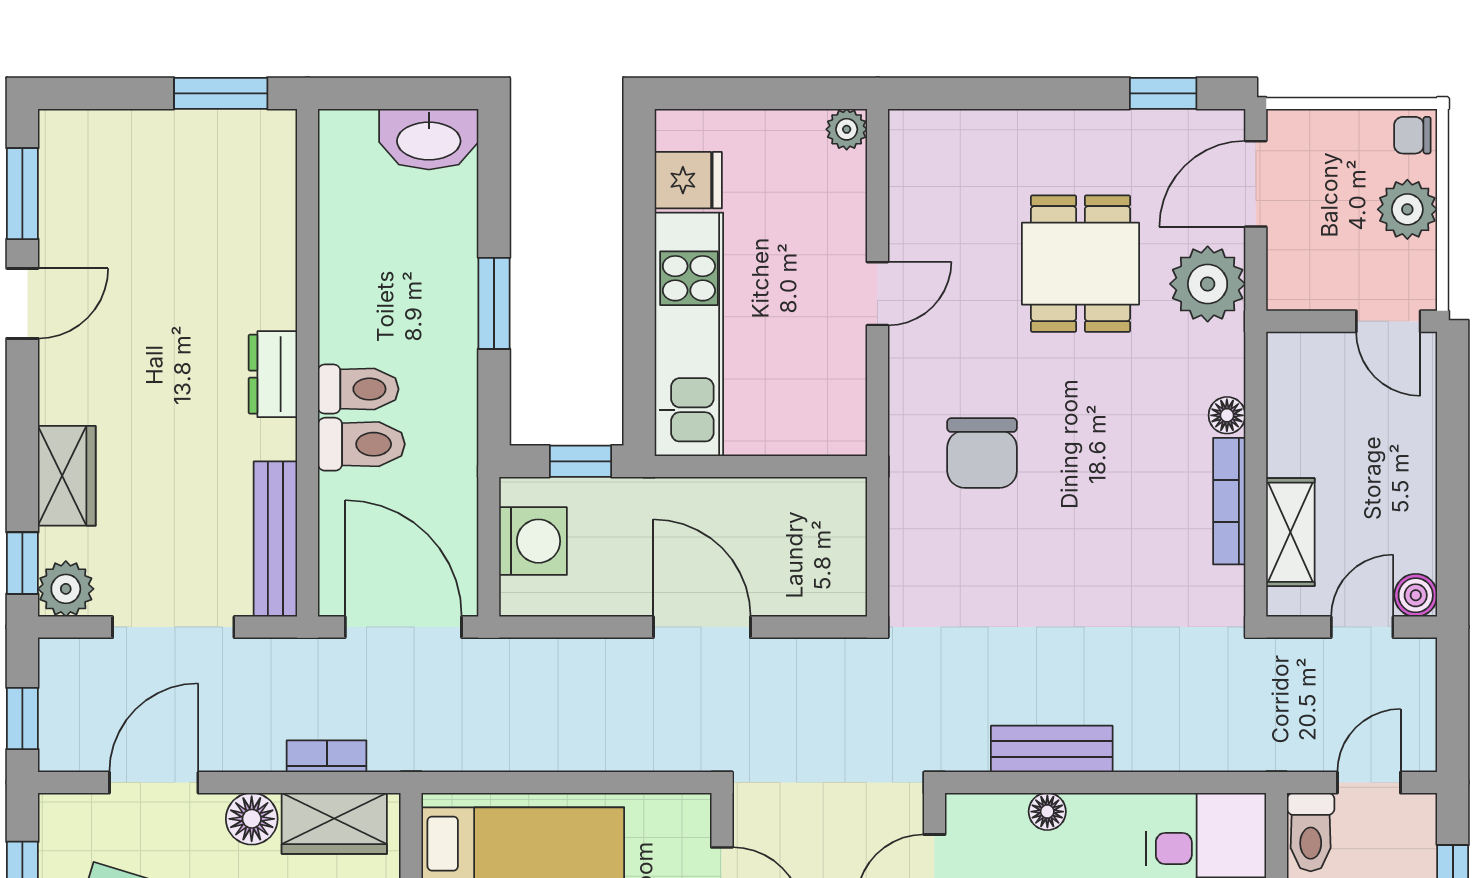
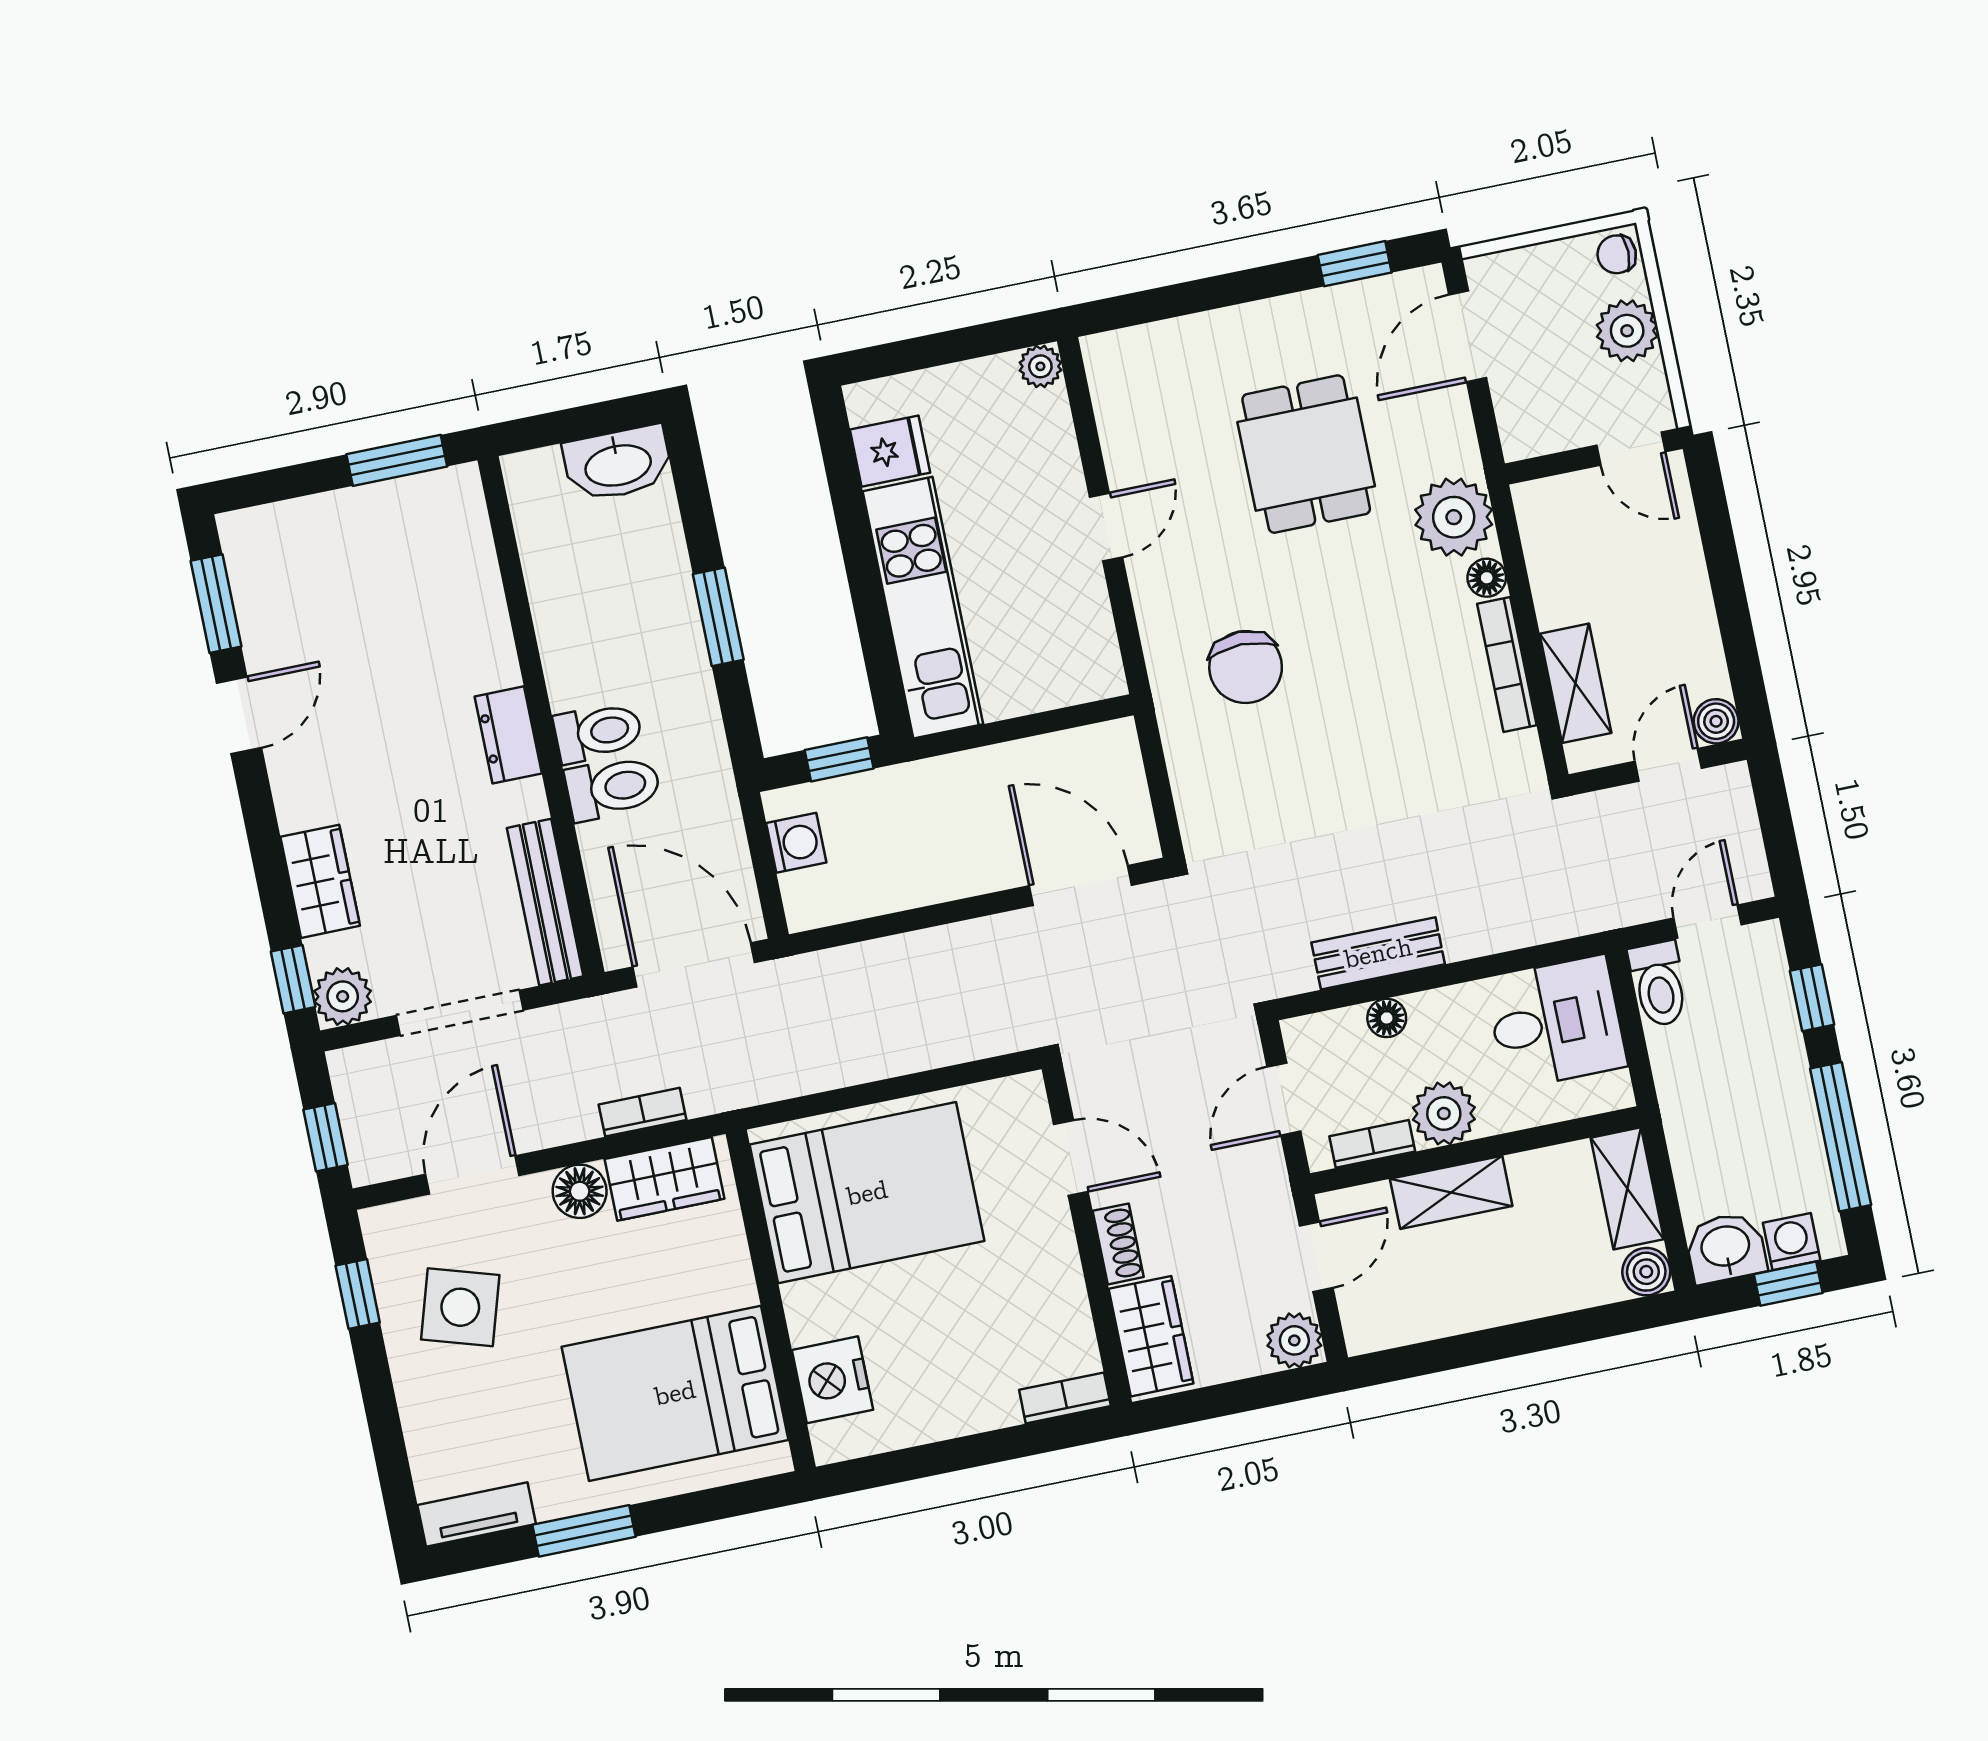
plant: (1208, 284) -> (1454, 517), moved
washing machine: (533, 541) -> (796, 843), width x0.73, depth x0.73
door: (702, 627) -> (1081, 885), moved

